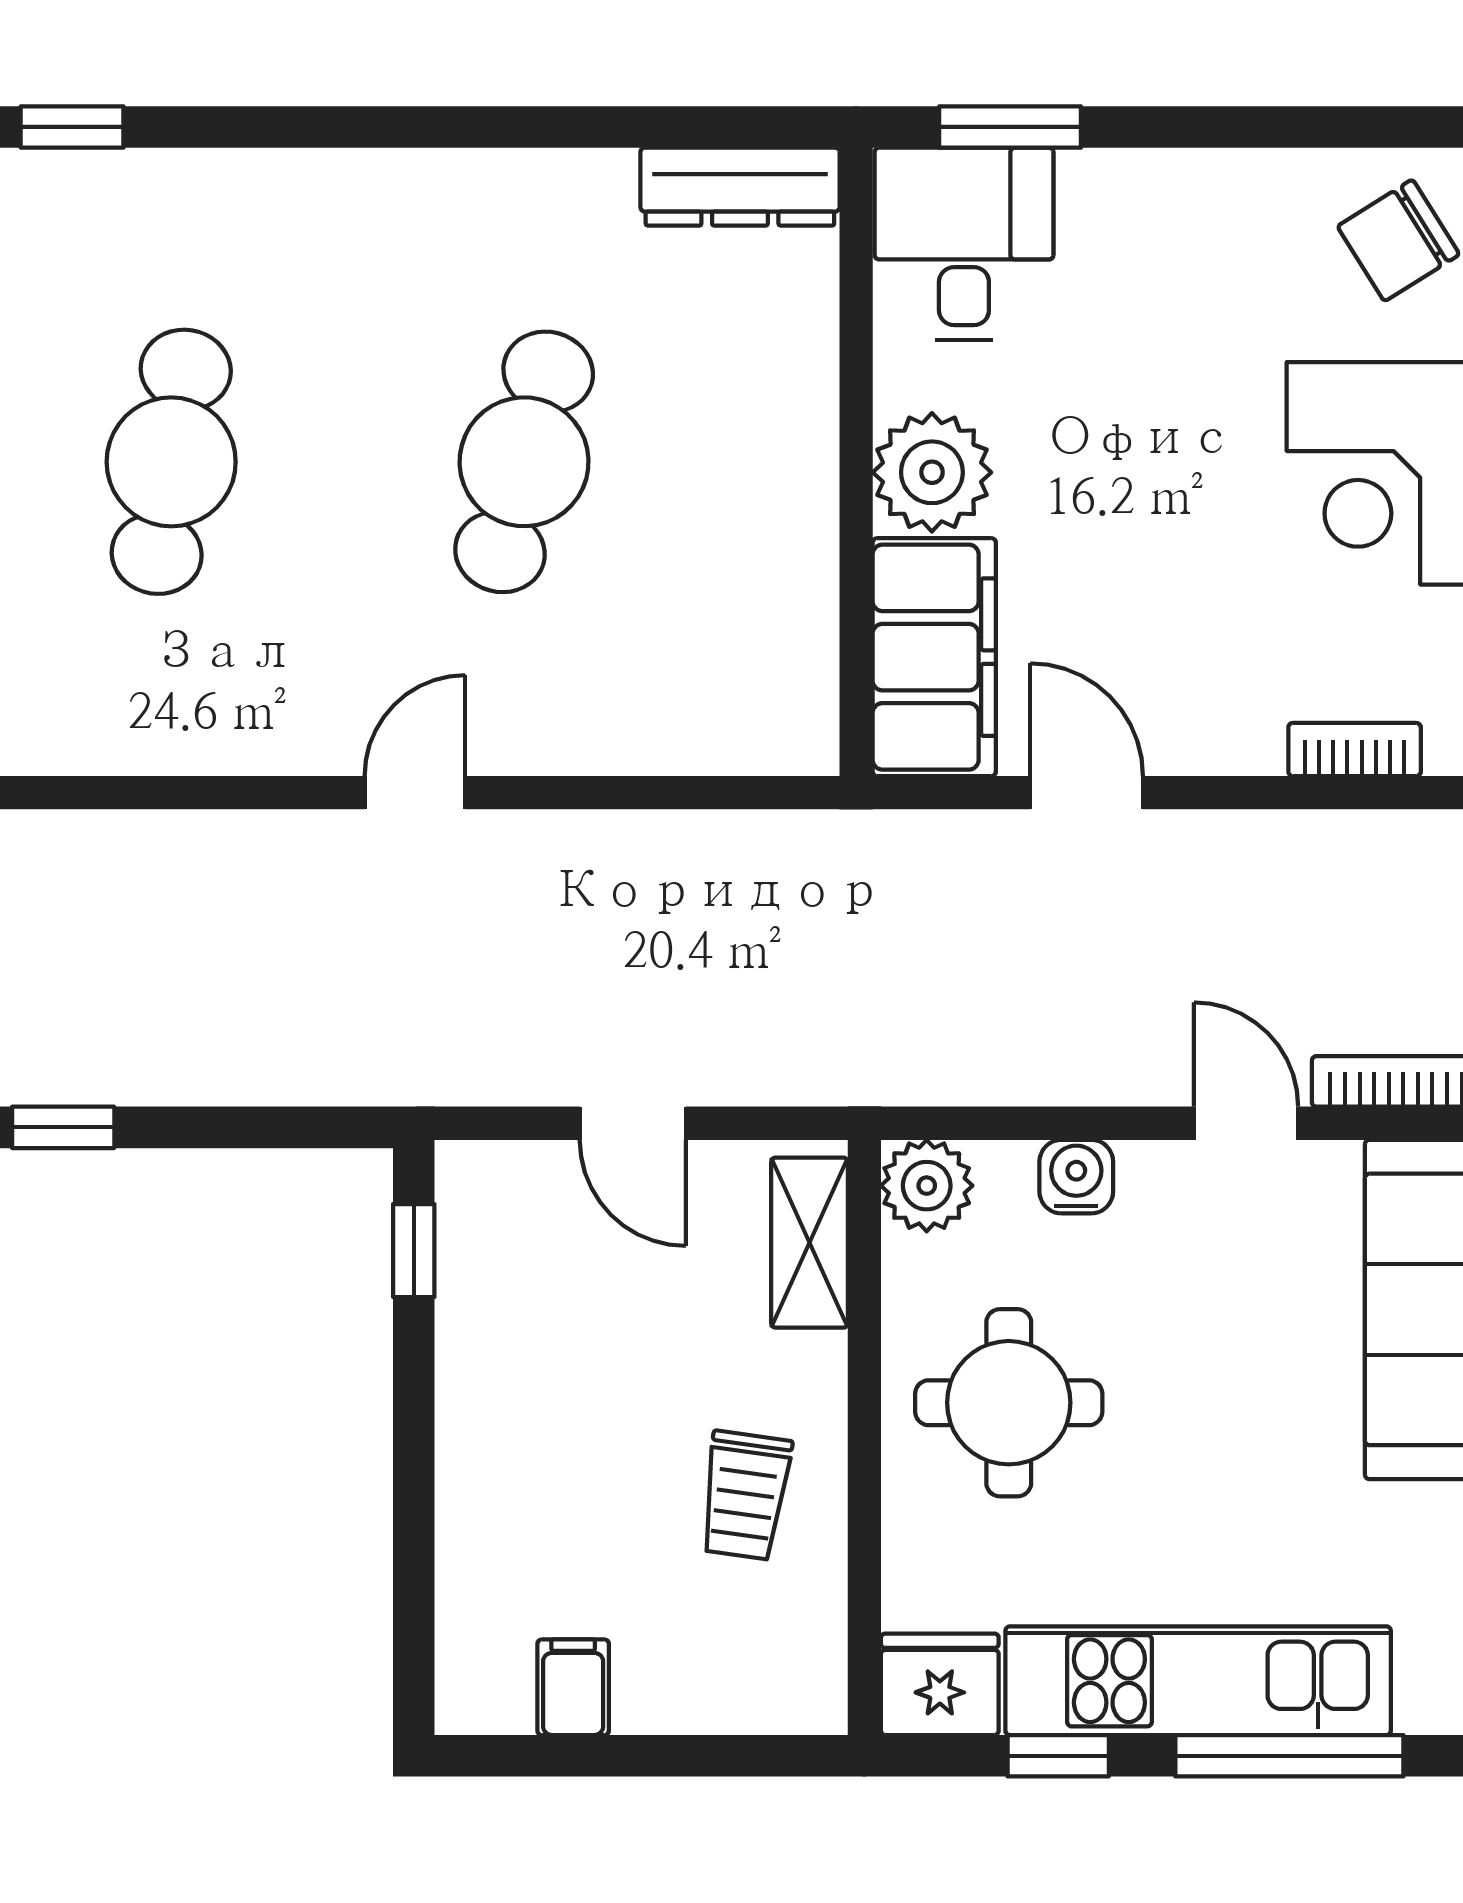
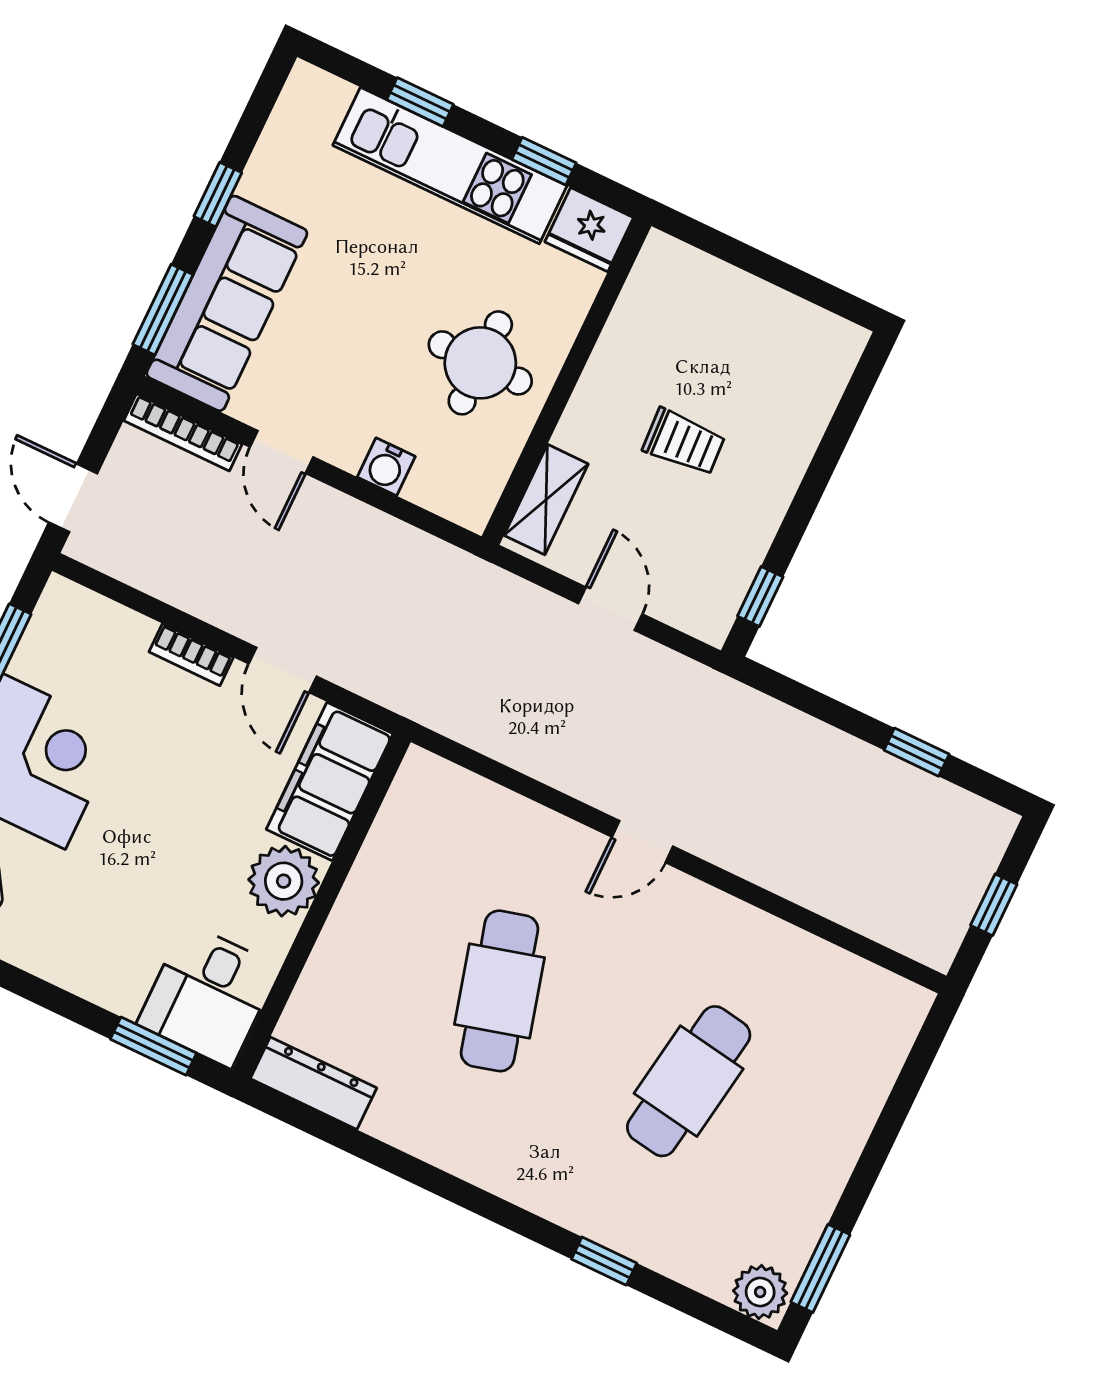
window: (72, 127) -> (604, 1261), moved
cafe table: (524, 462) -> (500, 991), turned -30
bookcase: (1355, 749) -> (191, 655), moved
plant: (927, 1186) -> (469, 500), removed
trolley: (745, 1495) -> (684, 442), moved, turned 79
filing cabinet: (573, 1687) -> (786, 322), removed
window: (1289, 1756) -> (420, 102), width x0.46

